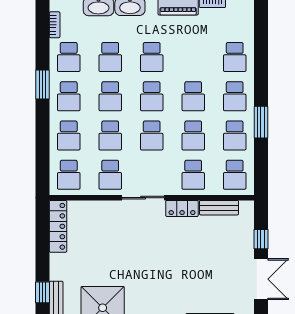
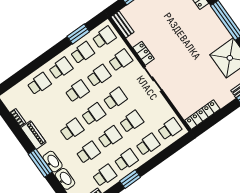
window: (261, 122) -> (78, 34), moved
school desk: (110, 175) -> (153, 106), removed
bench: (219, 208) -> (122, 24), moved

